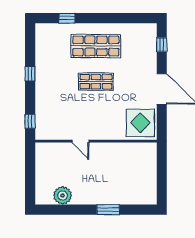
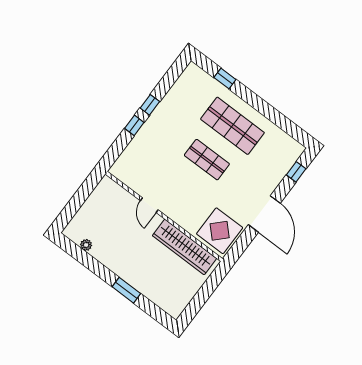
window: (30, 121) -> (134, 125), moved
wardrobe: (125, 151) -> (185, 247), added
plant: (63, 195) -> (86, 245), width x0.53, depth x0.53

